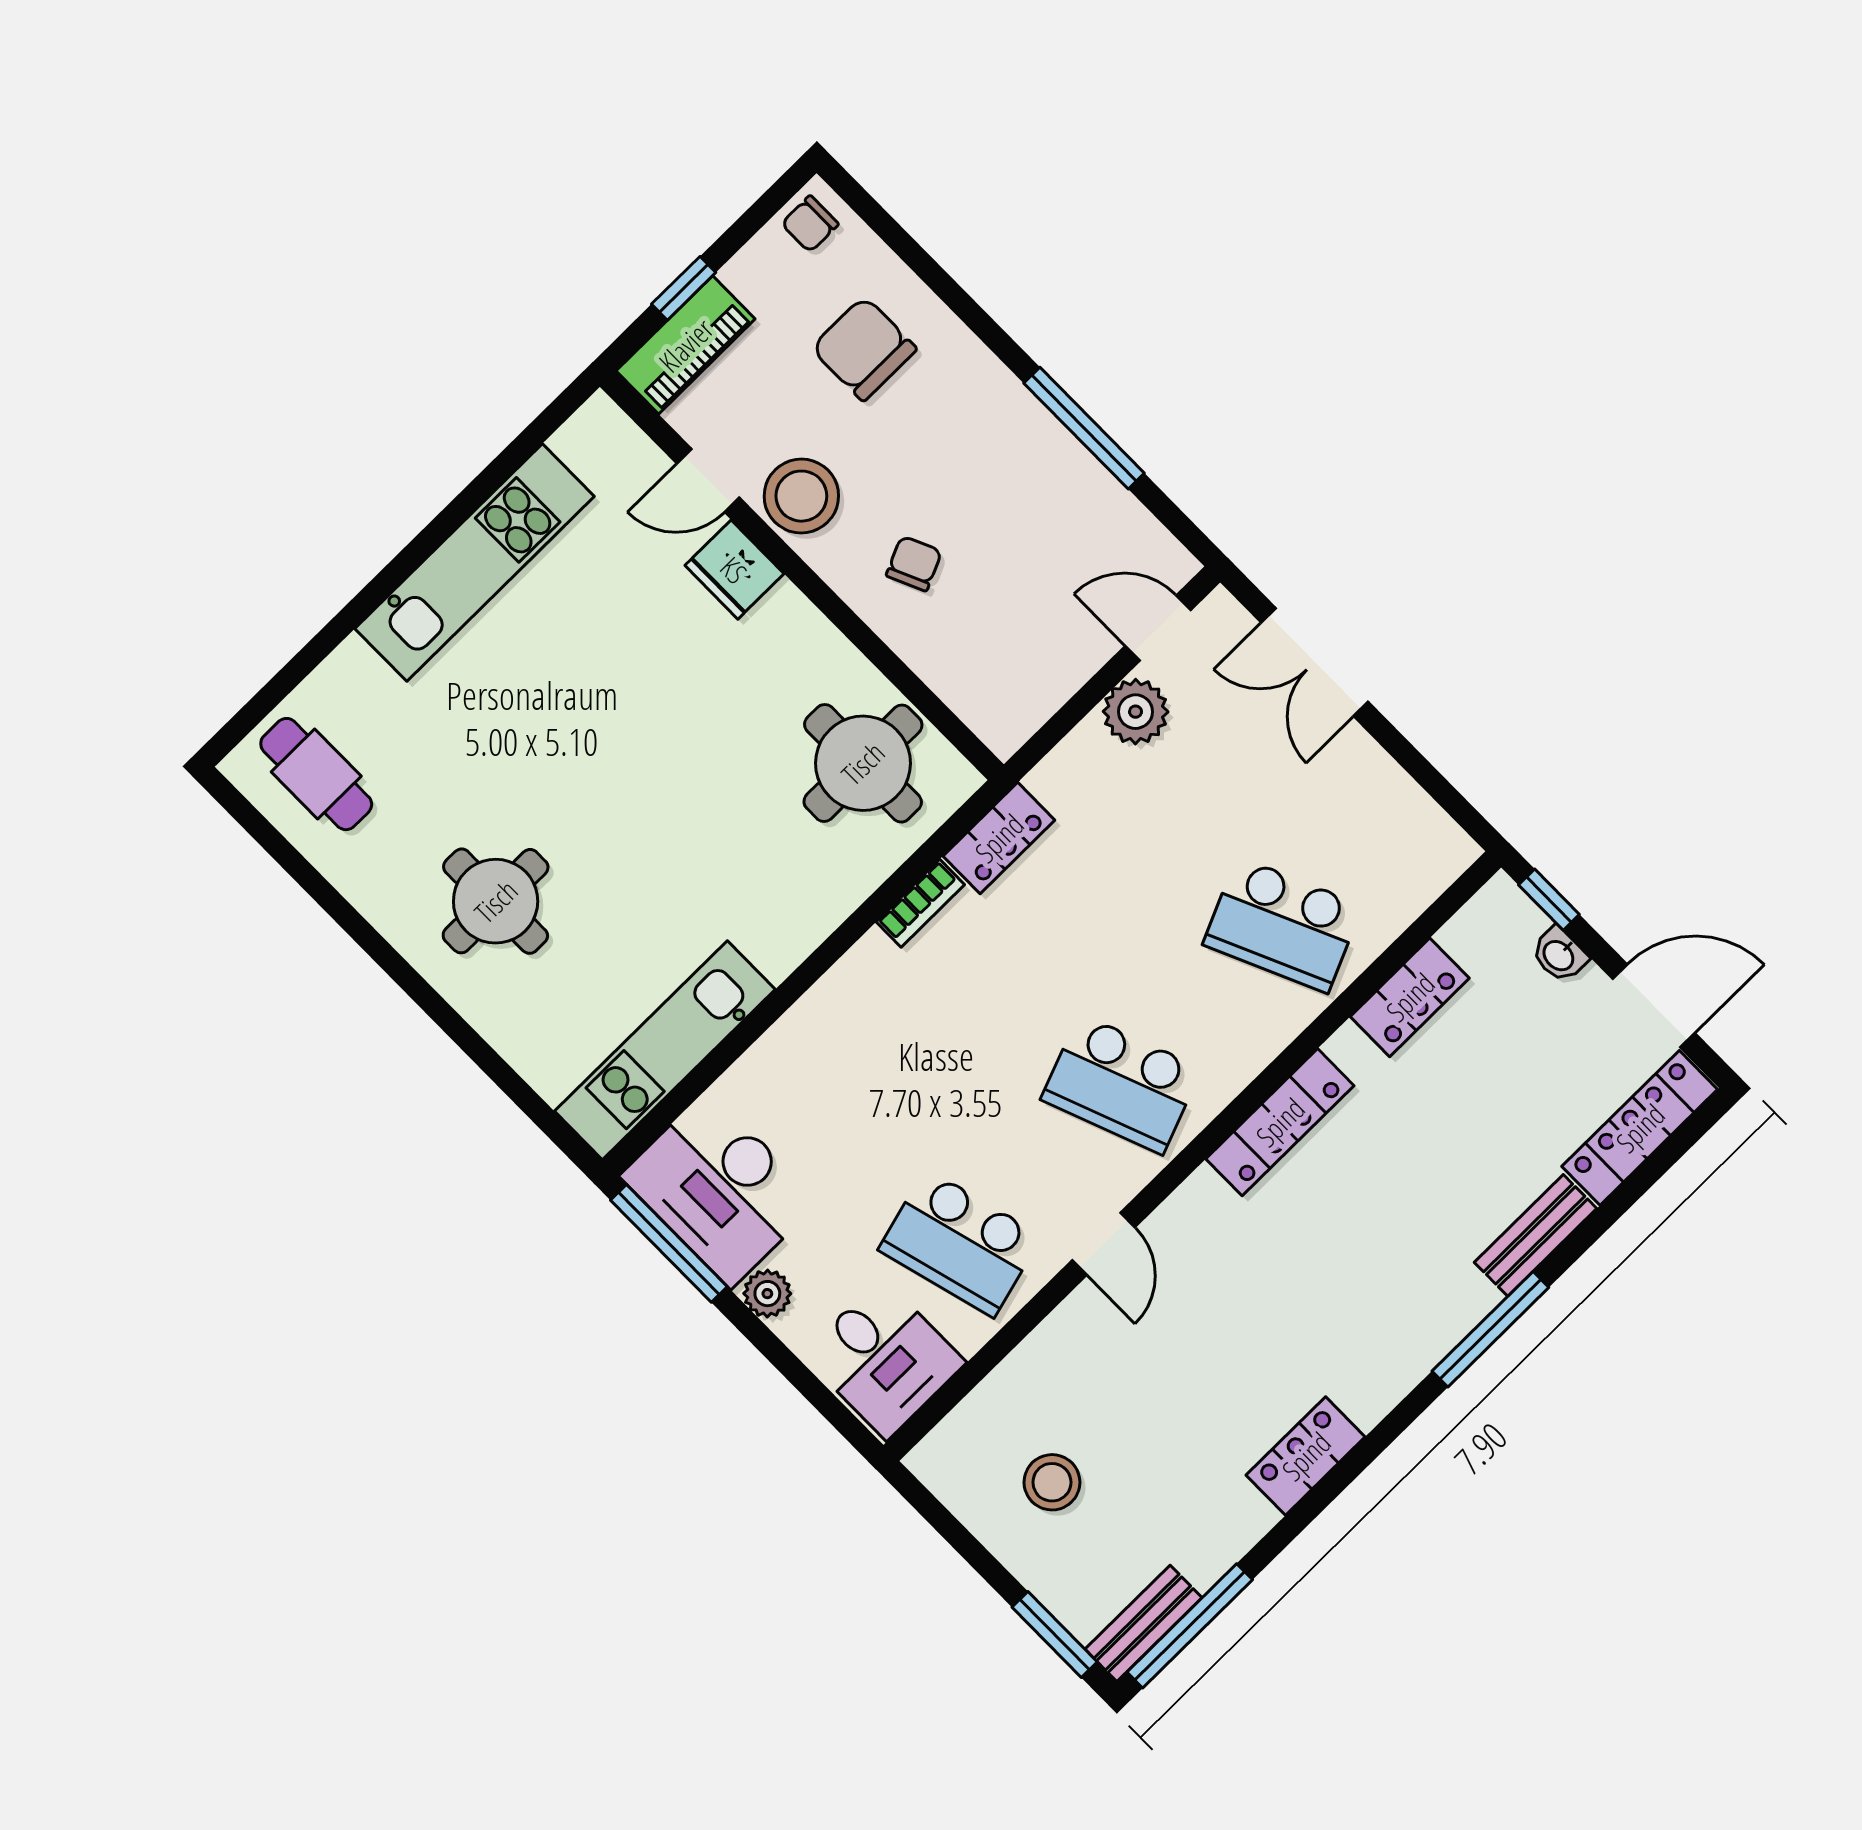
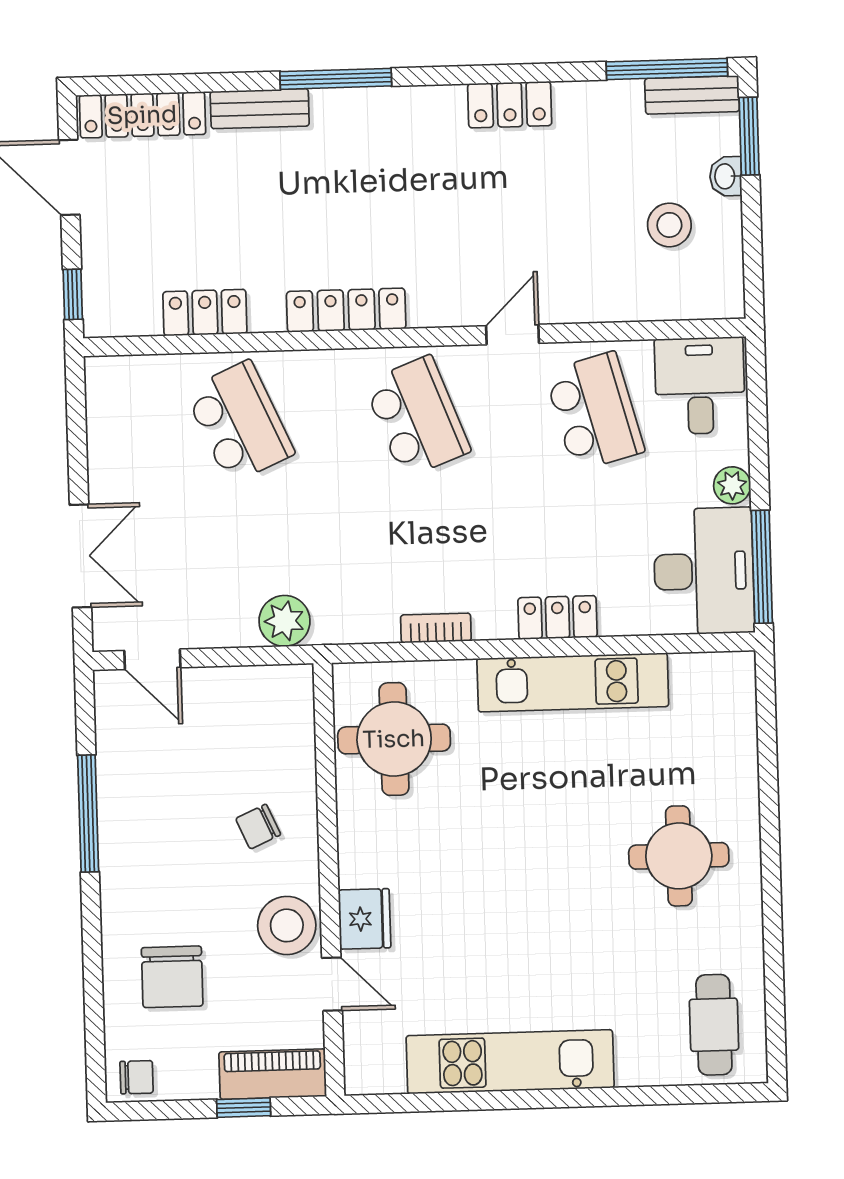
plant: (1136, 712) -> (284, 621), moved
locker: (999, 838) -> (557, 617), moved
washbasin: (1559, 955) -> (726, 176), moved, turned 180
kitchen unit: (665, 1050) -> (573, 682), moved

